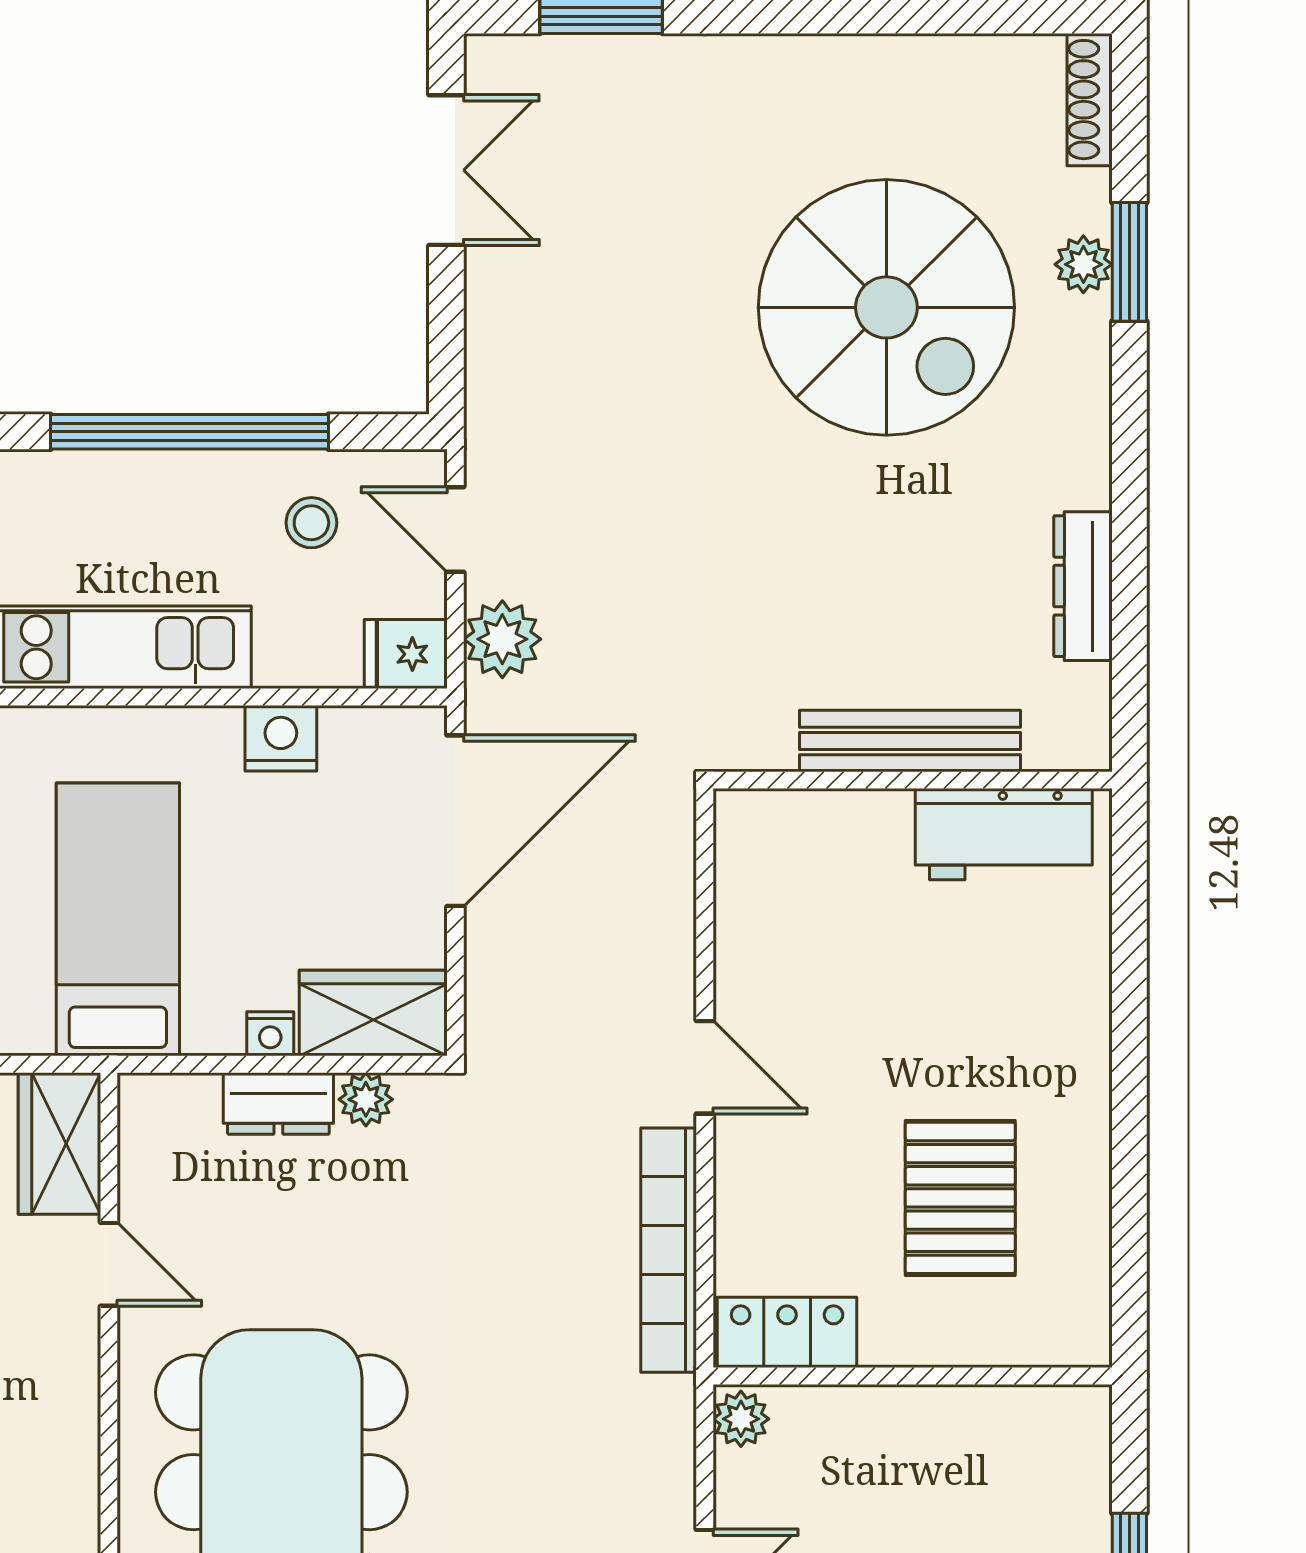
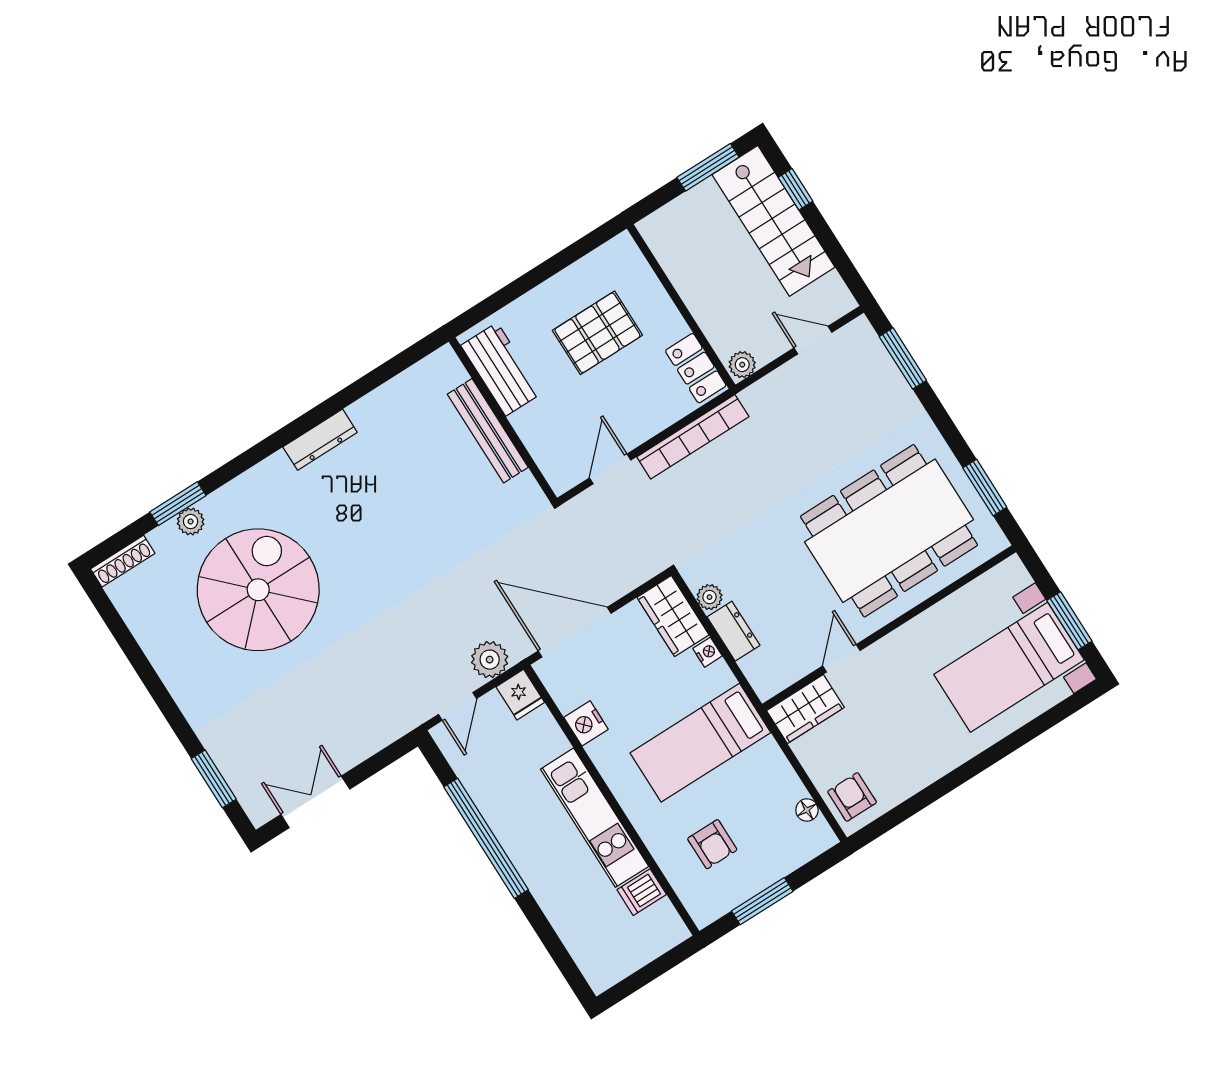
stool: (311, 523) -> (491, 766), removed
bench: (910, 741) -> (488, 431), moved
wall: (913, 780) -> (503, 420), moved
workbench: (1004, 834) -> (501, 369), moved

